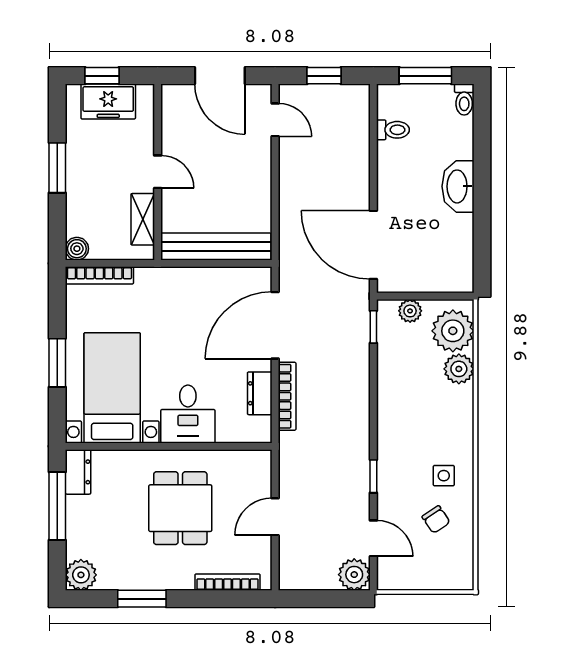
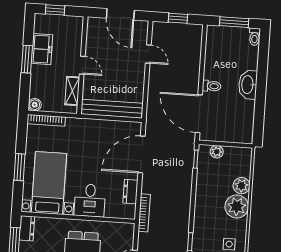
freezer: (108, 101) -> (42, 49), moved, turned -90
door: (275, 120) -> (148, 54), moved
toilet: (393, 130) -> (212, 86), moved
plant: (453, 331) -> (237, 206), moved
bookcase: (287, 396) -> (144, 213), moved

